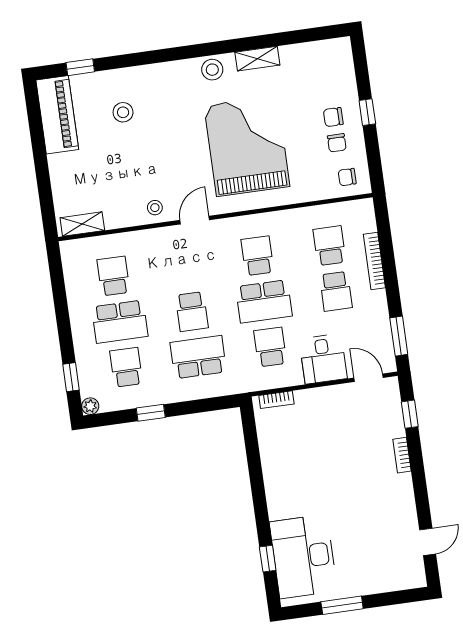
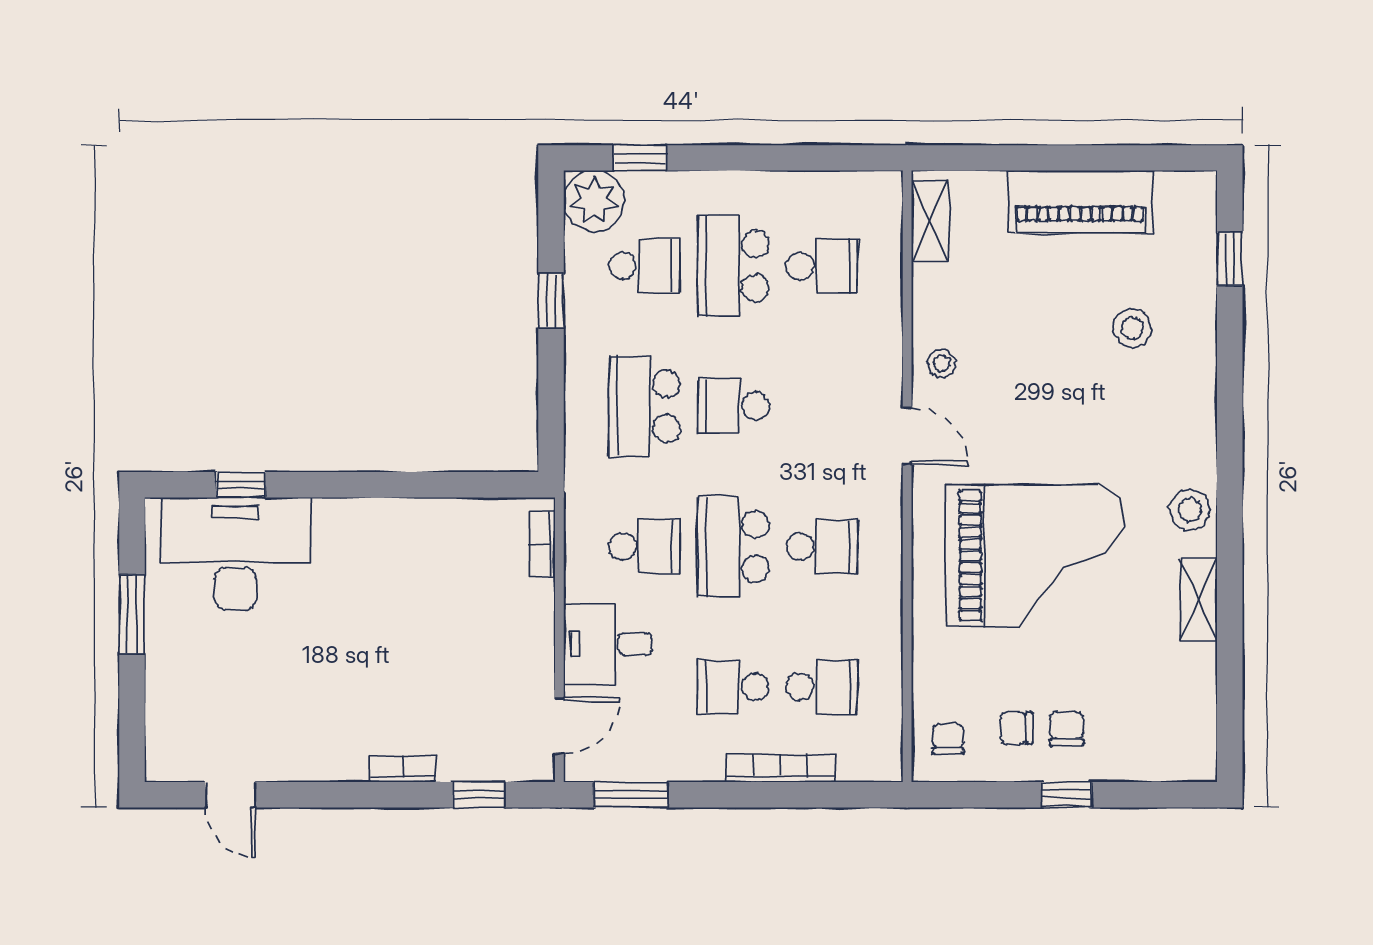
piano: (57, 115) -> (1080, 202), moved
school desk: (198, 357) -> (644, 406), turned 180
plant: (90, 406) -> (594, 201), width x1.87, depth x1.87

